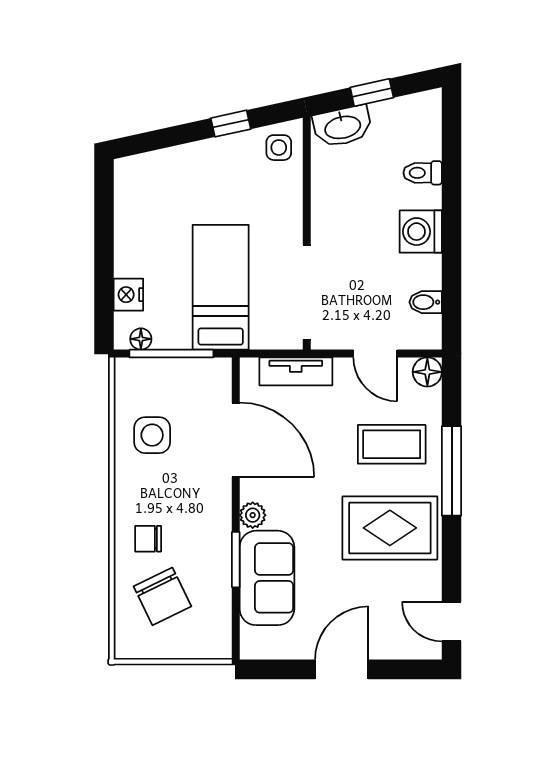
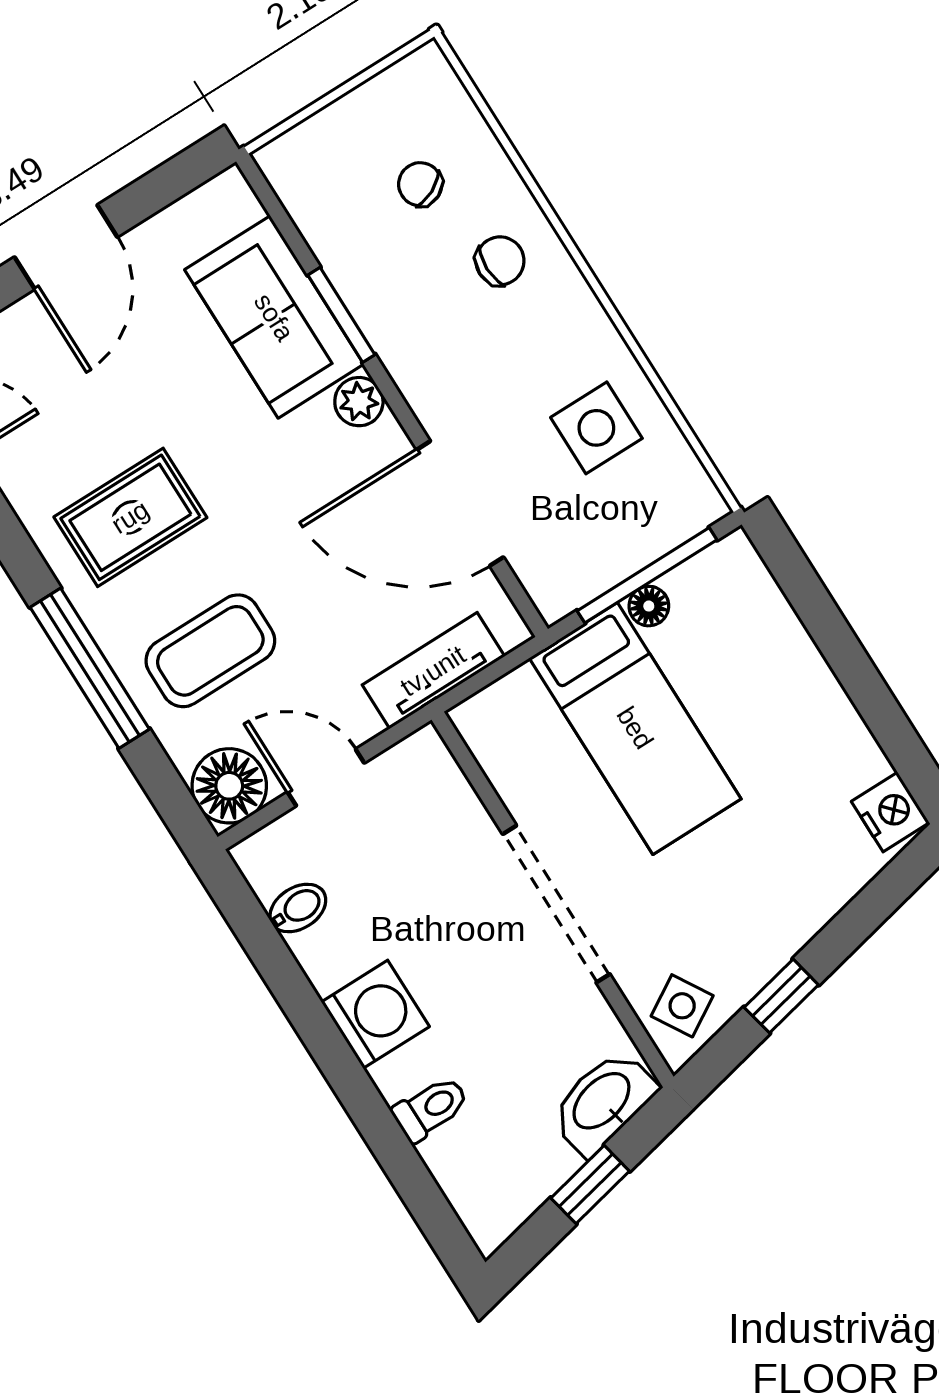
side table: (279, 148) -> (682, 1006), turned -31
doorway: (307, 292) -> (556, 904), moved
nightstand: (128, 295) -> (890, 812), moved
floor lamp: (141, 339) -> (649, 606), moved
floor lamp: (427, 372) -> (229, 786), width x1.38, depth x1.38
rug: (390, 528) -> (130, 517), width x0.73, depth x0.70
chair: (162, 596) -> (420, 184), width x0.54, depth x0.54

